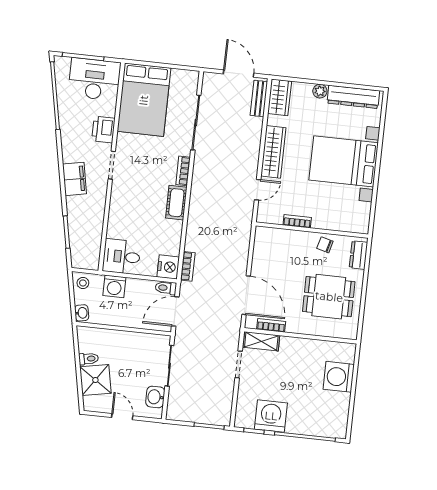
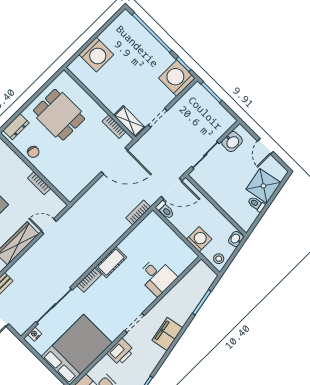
desk: (122, 257) -> (157, 276), moved
nightstand: (168, 267) -> (35, 334), moved, width x0.53, depth x0.56
door: (246, 295) -> (114, 161), swing flipped
washing machine: (271, 416) -> (177, 78), moved, turned 90

